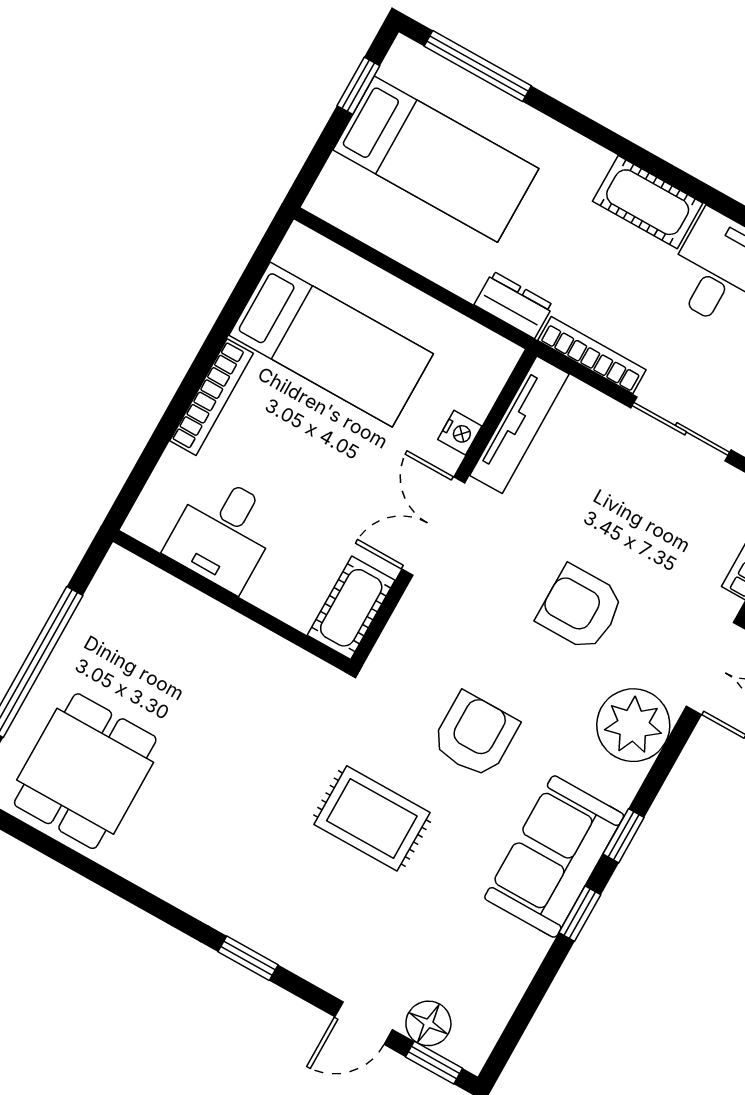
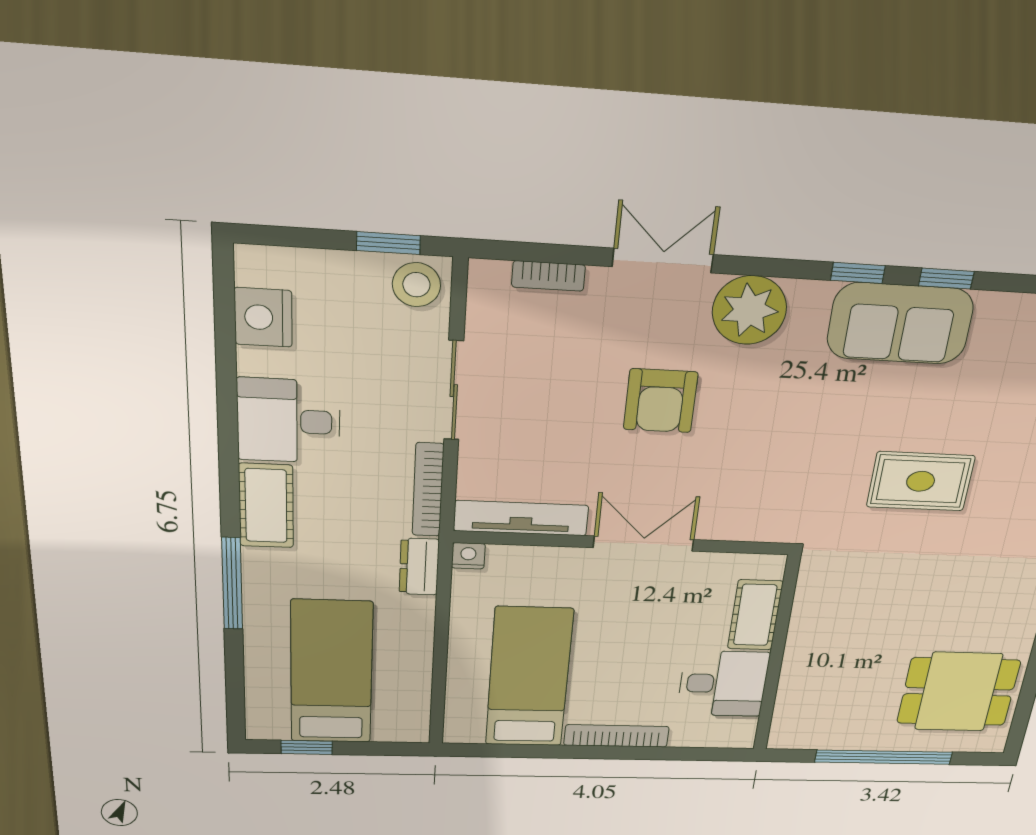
window: (478, 66) -> (232, 584), moved
nightstand: (460, 433) -> (468, 556), moved
double door: (433, 526) -> (644, 544), swing flipped
cot: (351, 608) -> (755, 615), moved, turned 90
armchair: (475, 735) -> (814, 435), removed
rug: (372, 818) -> (921, 481), turned 90

